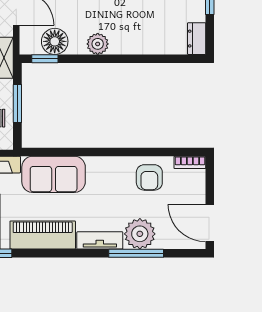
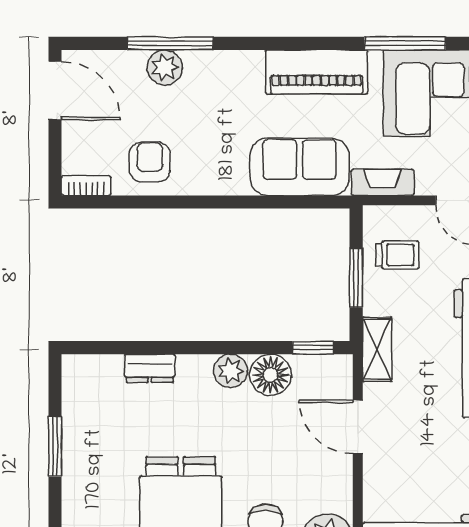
dresser: (197, 39) -> (150, 368), moved, turned 90
floor lamp: (55, 41) -> (271, 375), moved
plant: (140, 234) -> (165, 67), width x0.73, depth x0.73
tv unit: (100, 240) -> (227, 64), removed

